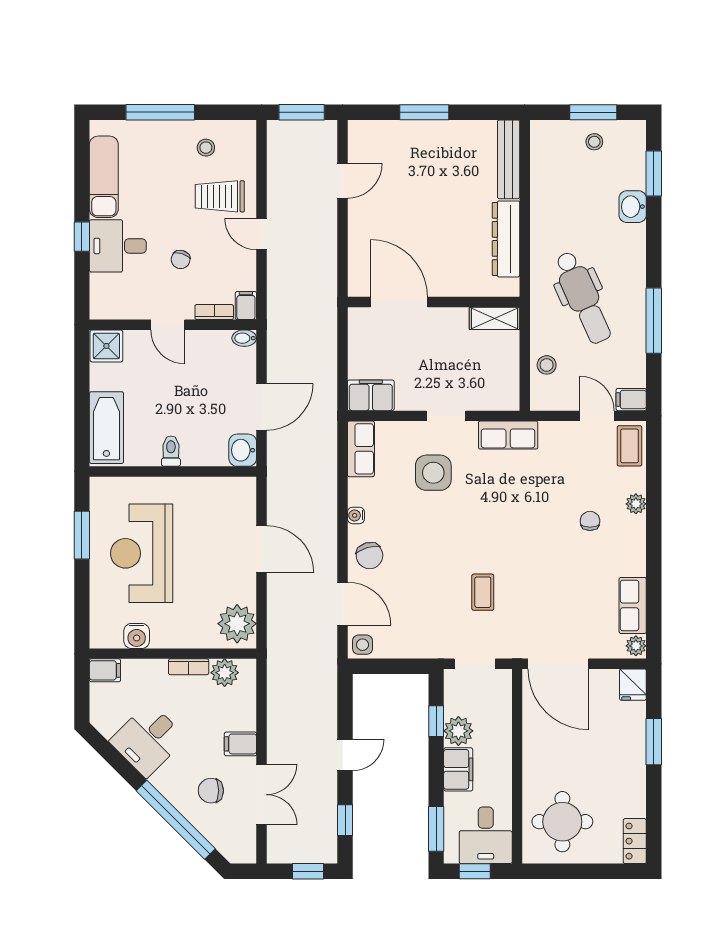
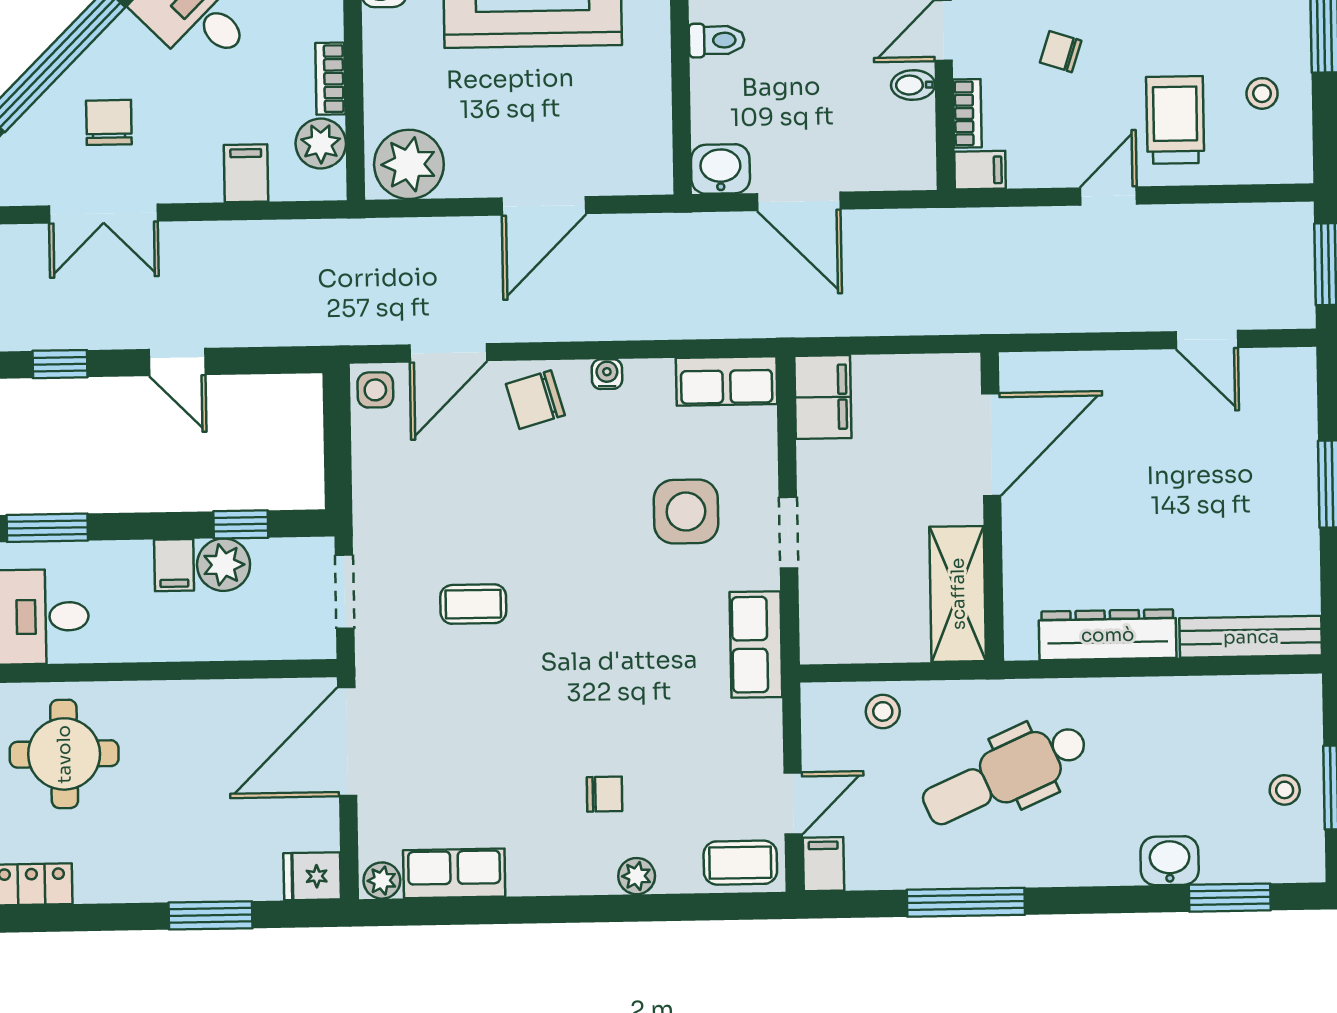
shelving: (494, 318) -> (958, 594), width x1.50, depth x1.33
bidet: (244, 338) -> (913, 85), moved, turned -90
filing cabinet: (240, 744) -> (246, 173), moved
filing cabinet: (458, 769) -> (174, 565), width x0.50

